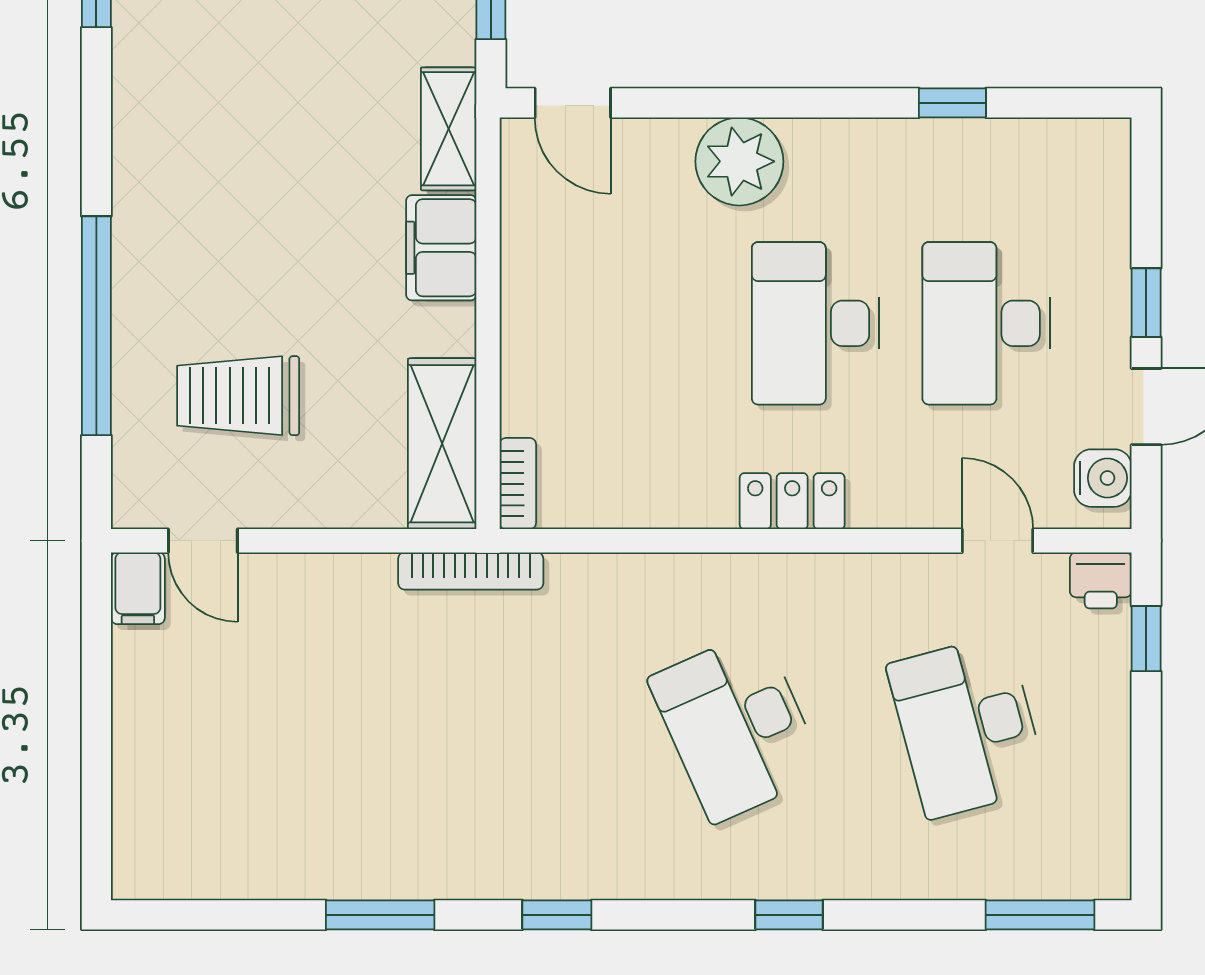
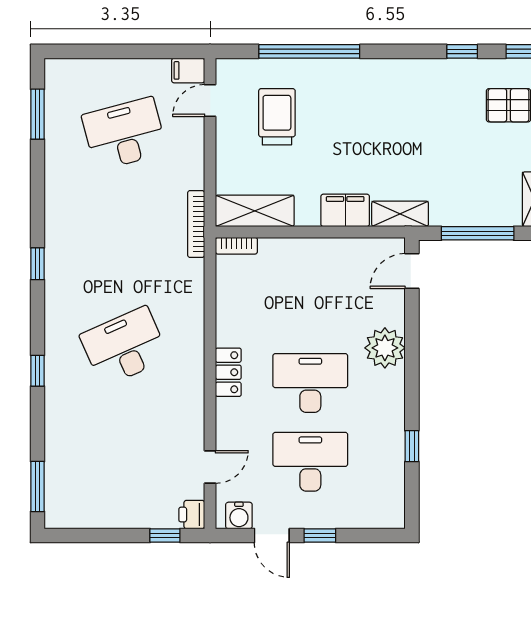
desk: (967, 726) -> (124, 134), moved
window: (380, 915) -> (38, 114), moved

